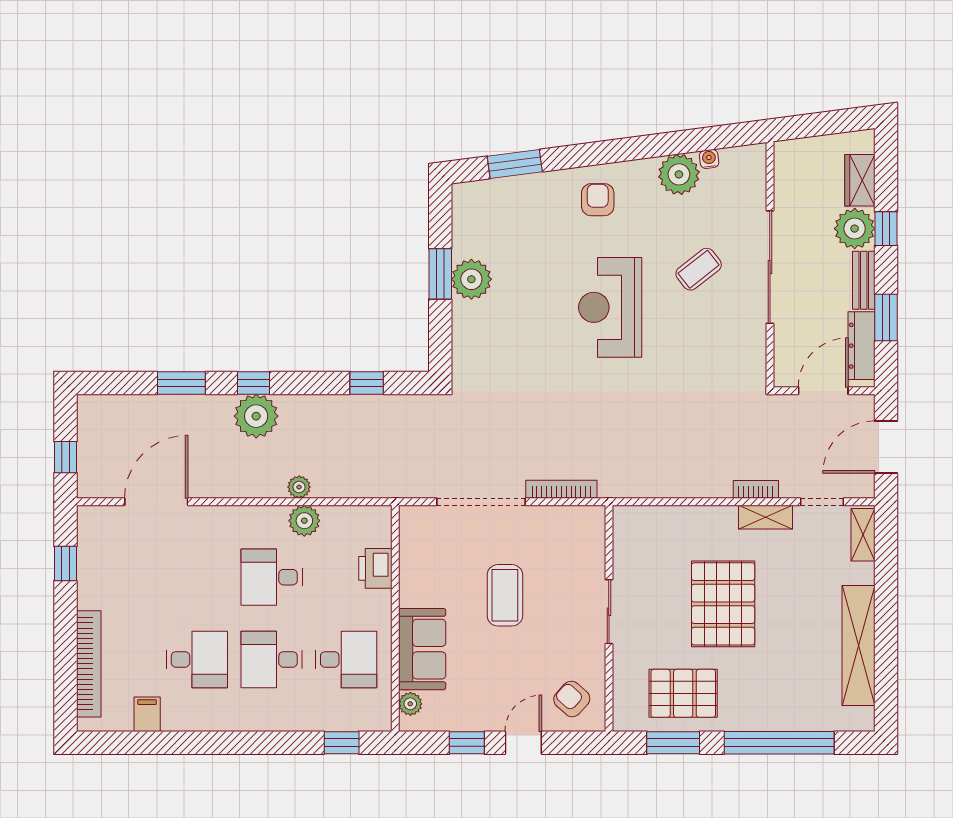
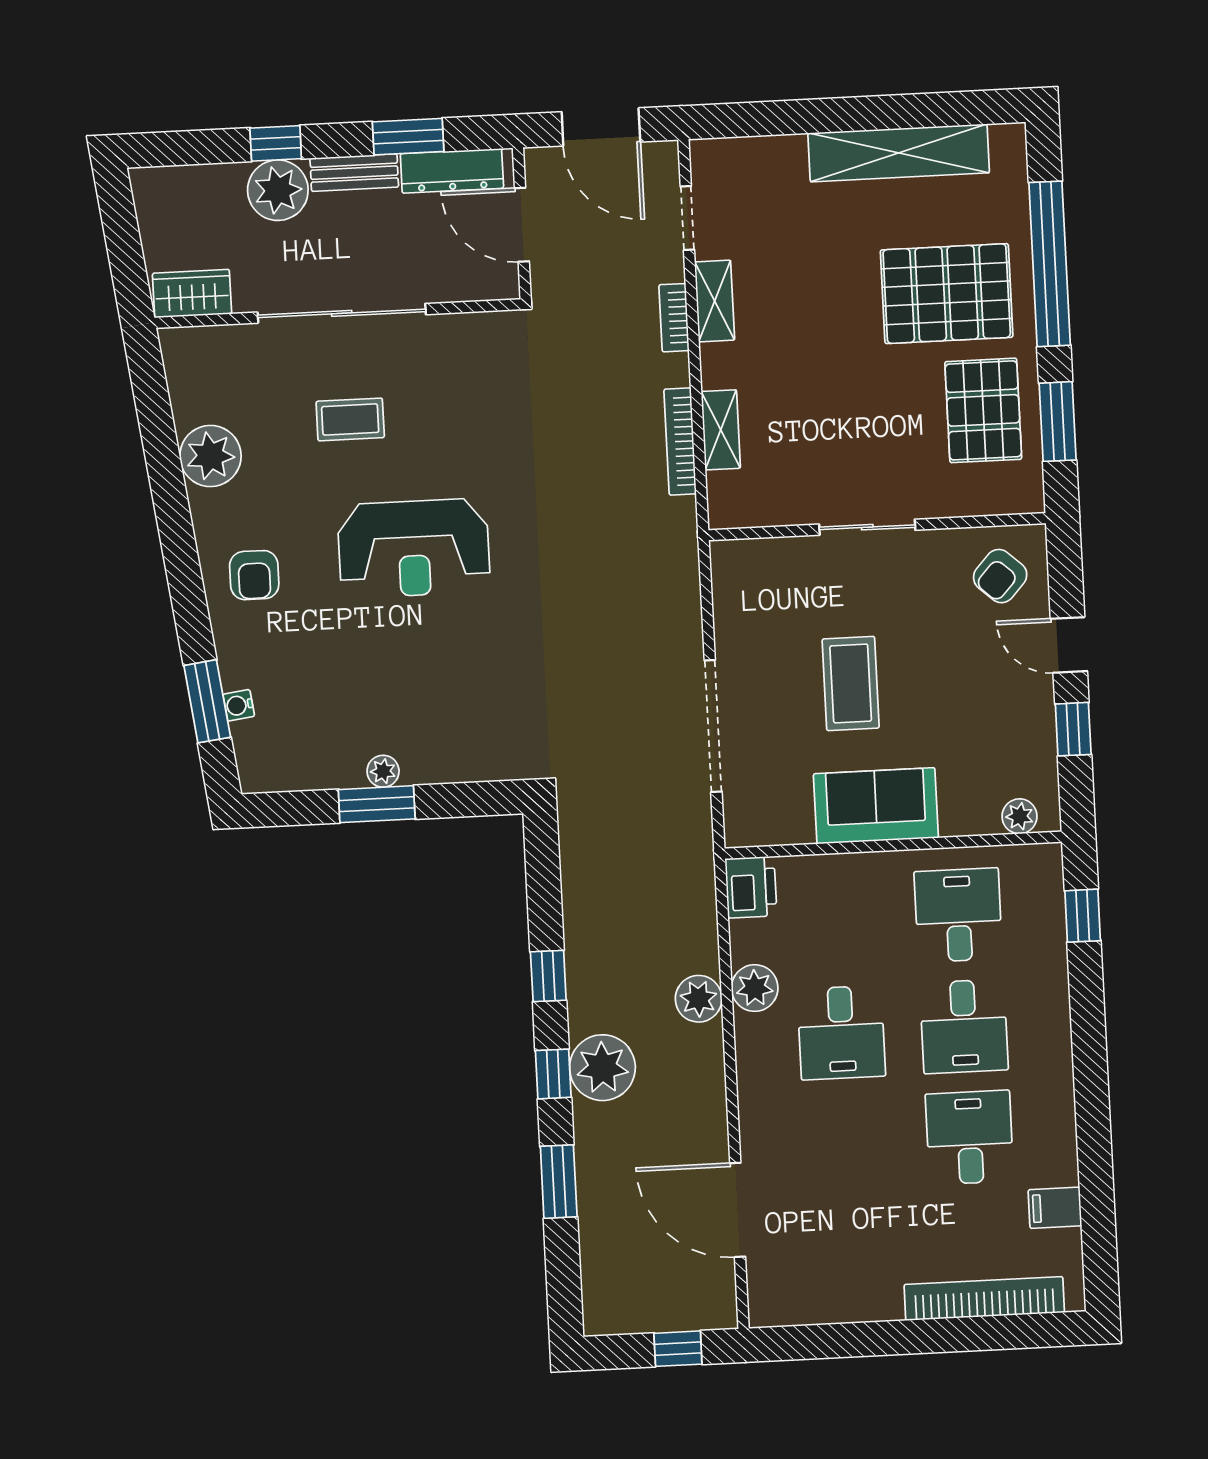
water cooler: (709, 159) -> (239, 705), moved
wardrobe: (860, 180) -> (192, 294), moved, turned 180
armchair: (598, 200) -> (254, 575), turned -90
coffee table: (699, 269) -> (350, 419), turned -52
plant: (471, 279) -> (383, 771), width x0.53, depth x0.53
window: (367, 383) -> (548, 976), moved
plant: (299, 487) -> (699, 999), width x1.38, depth x1.38
bookcase: (561, 489) -> (680, 441), moved
shelving: (863, 535) -> (721, 430), moved, turned 90
window: (65, 564) -> (837, 1341), removed
printer: (375, 568) -> (751, 887), moved, turned -90
coffee table: (505, 595) -> (851, 683), turned 90
pallet: (723, 604) -> (947, 294), moved
sofa: (422, 649) -> (876, 806), moved

